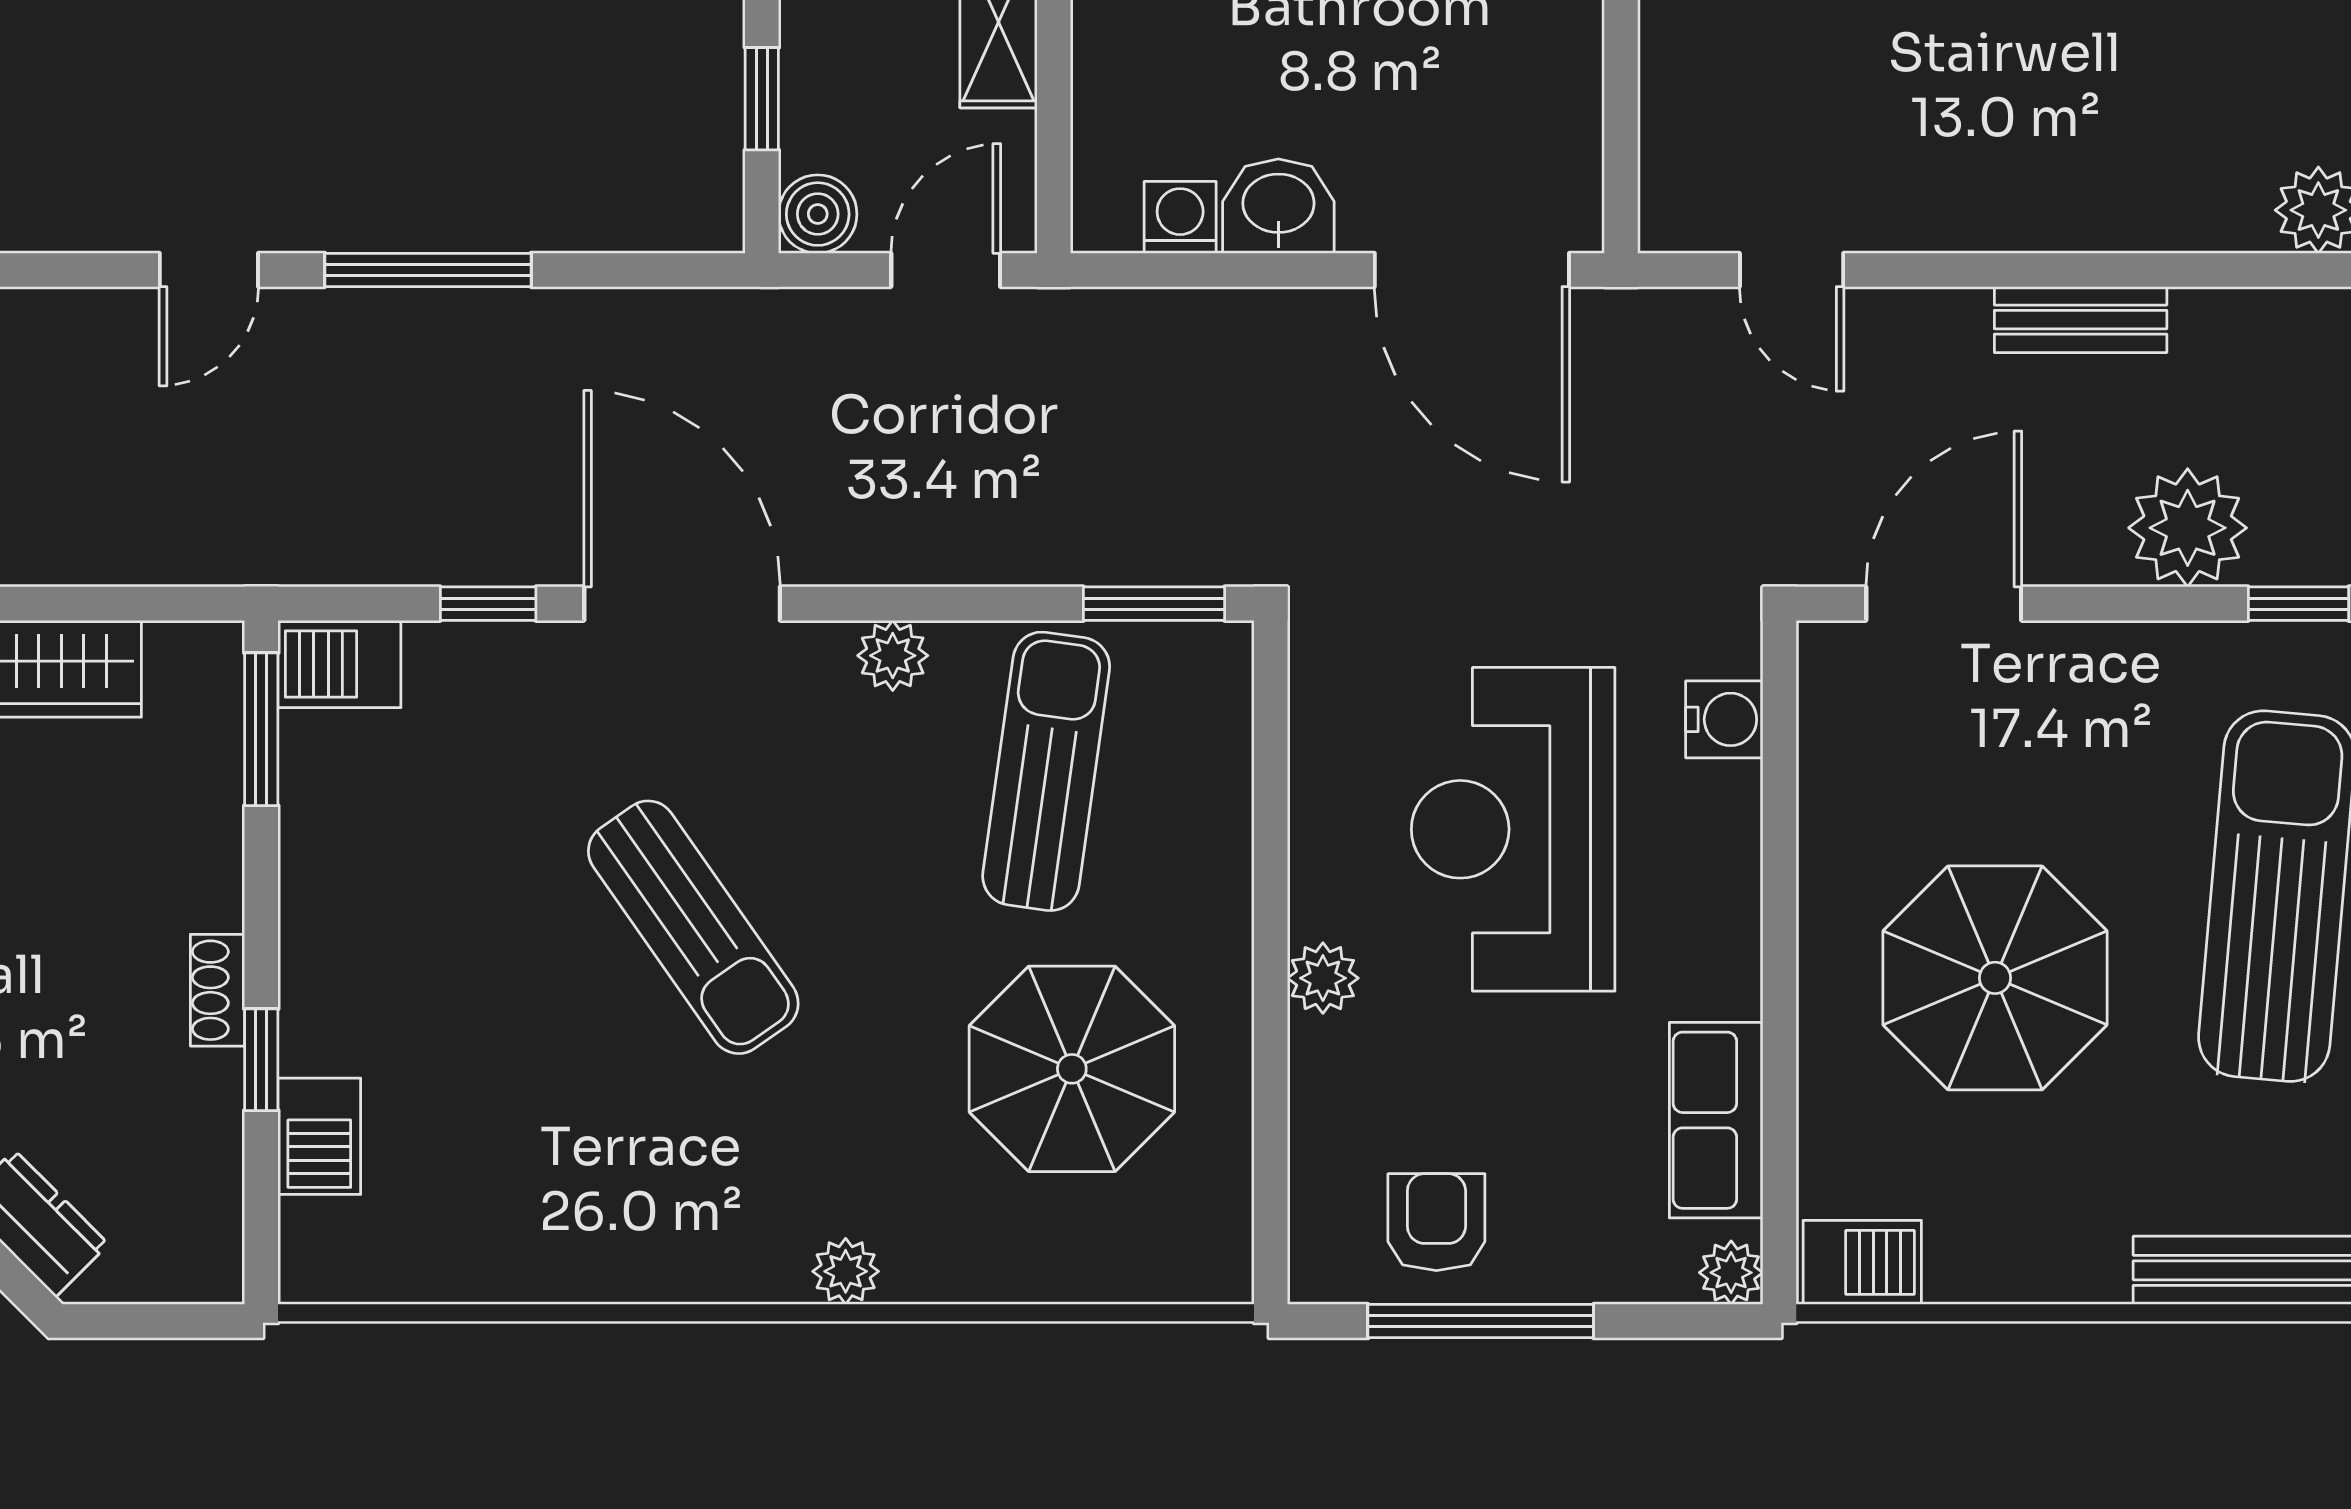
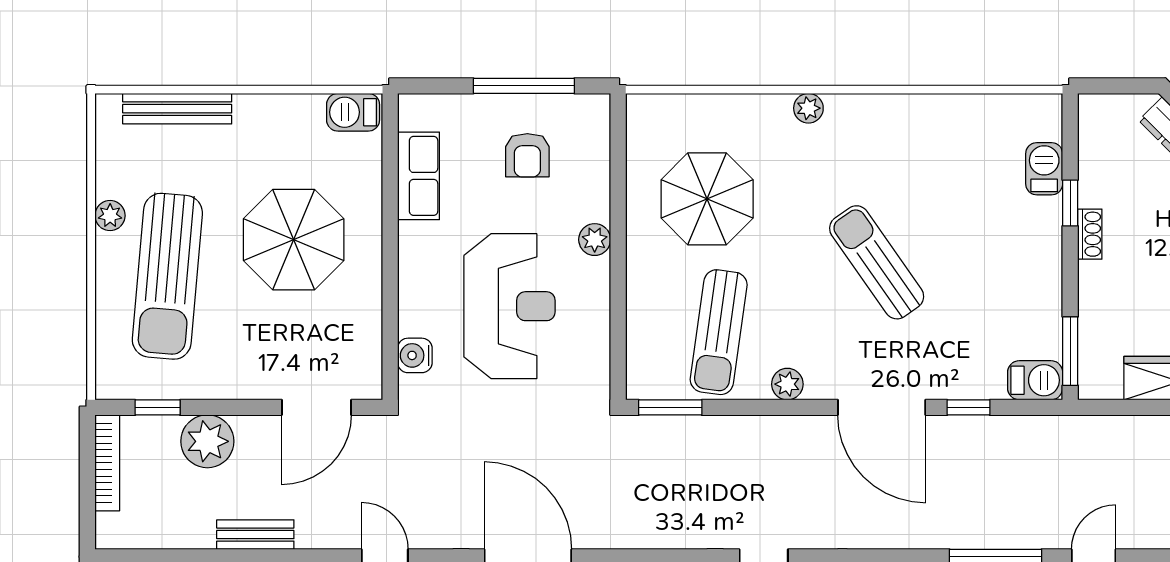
armchair: (1436, 1222) -> (527, 155), moved
plant: (1731, 1273) -> (412, 108), removed

